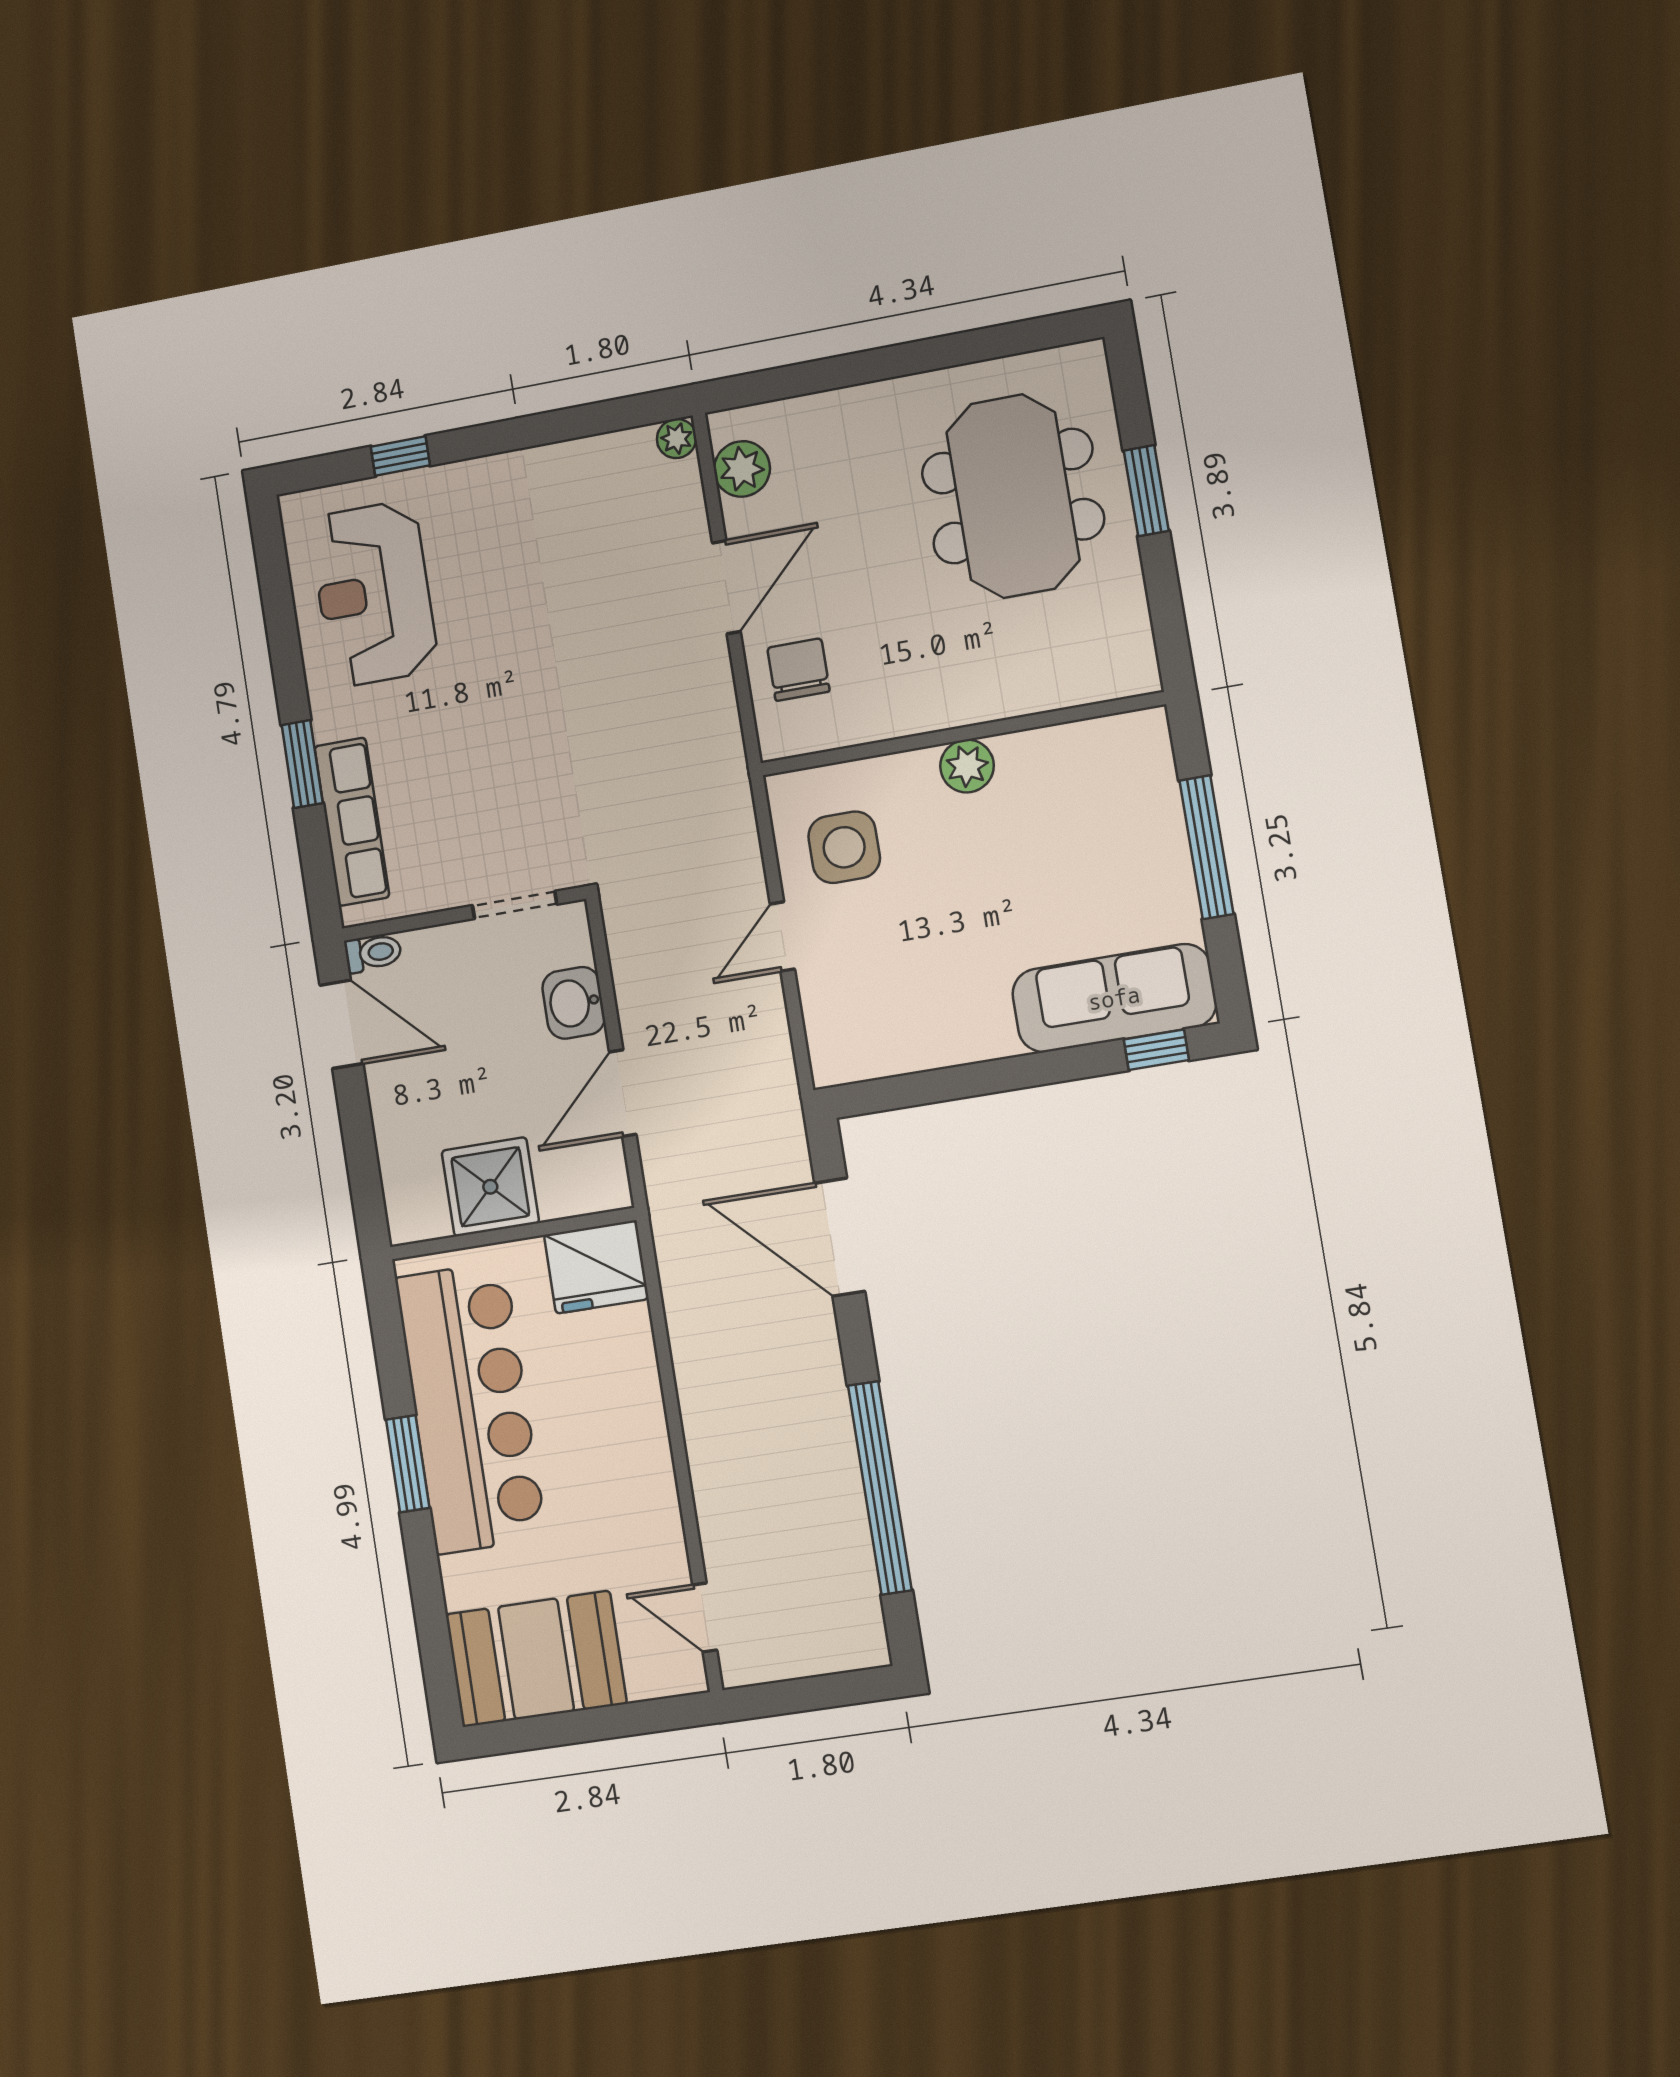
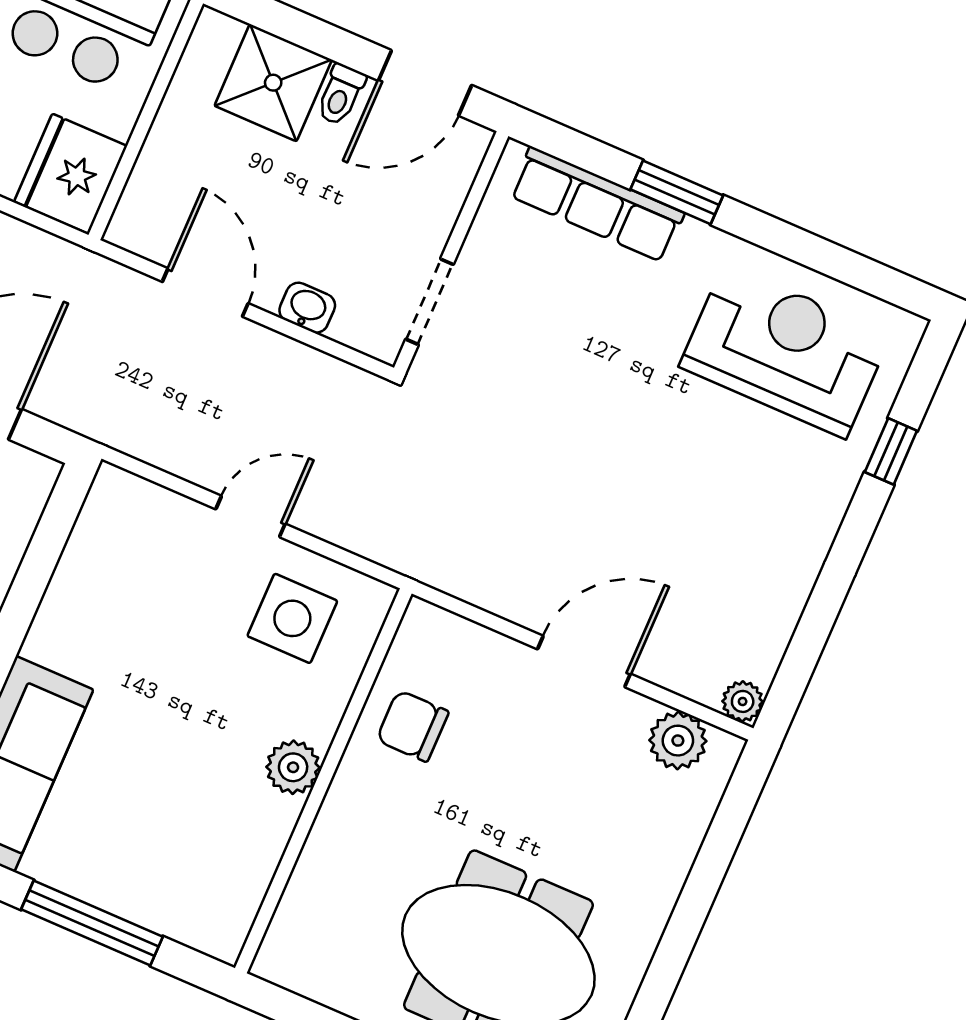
door: (726, 587) -> (584, 661), swing flipped
chair: (798, 670) -> (413, 726), moved, turned 180
door: (782, 936) -> (250, 516), hinge flipped
toilet: (373, 953) -> (341, 95), moved
washbasin: (574, 1003) -> (307, 308), width x0.72, depth x0.69
shower: (490, 1187) -> (273, 83), moved

